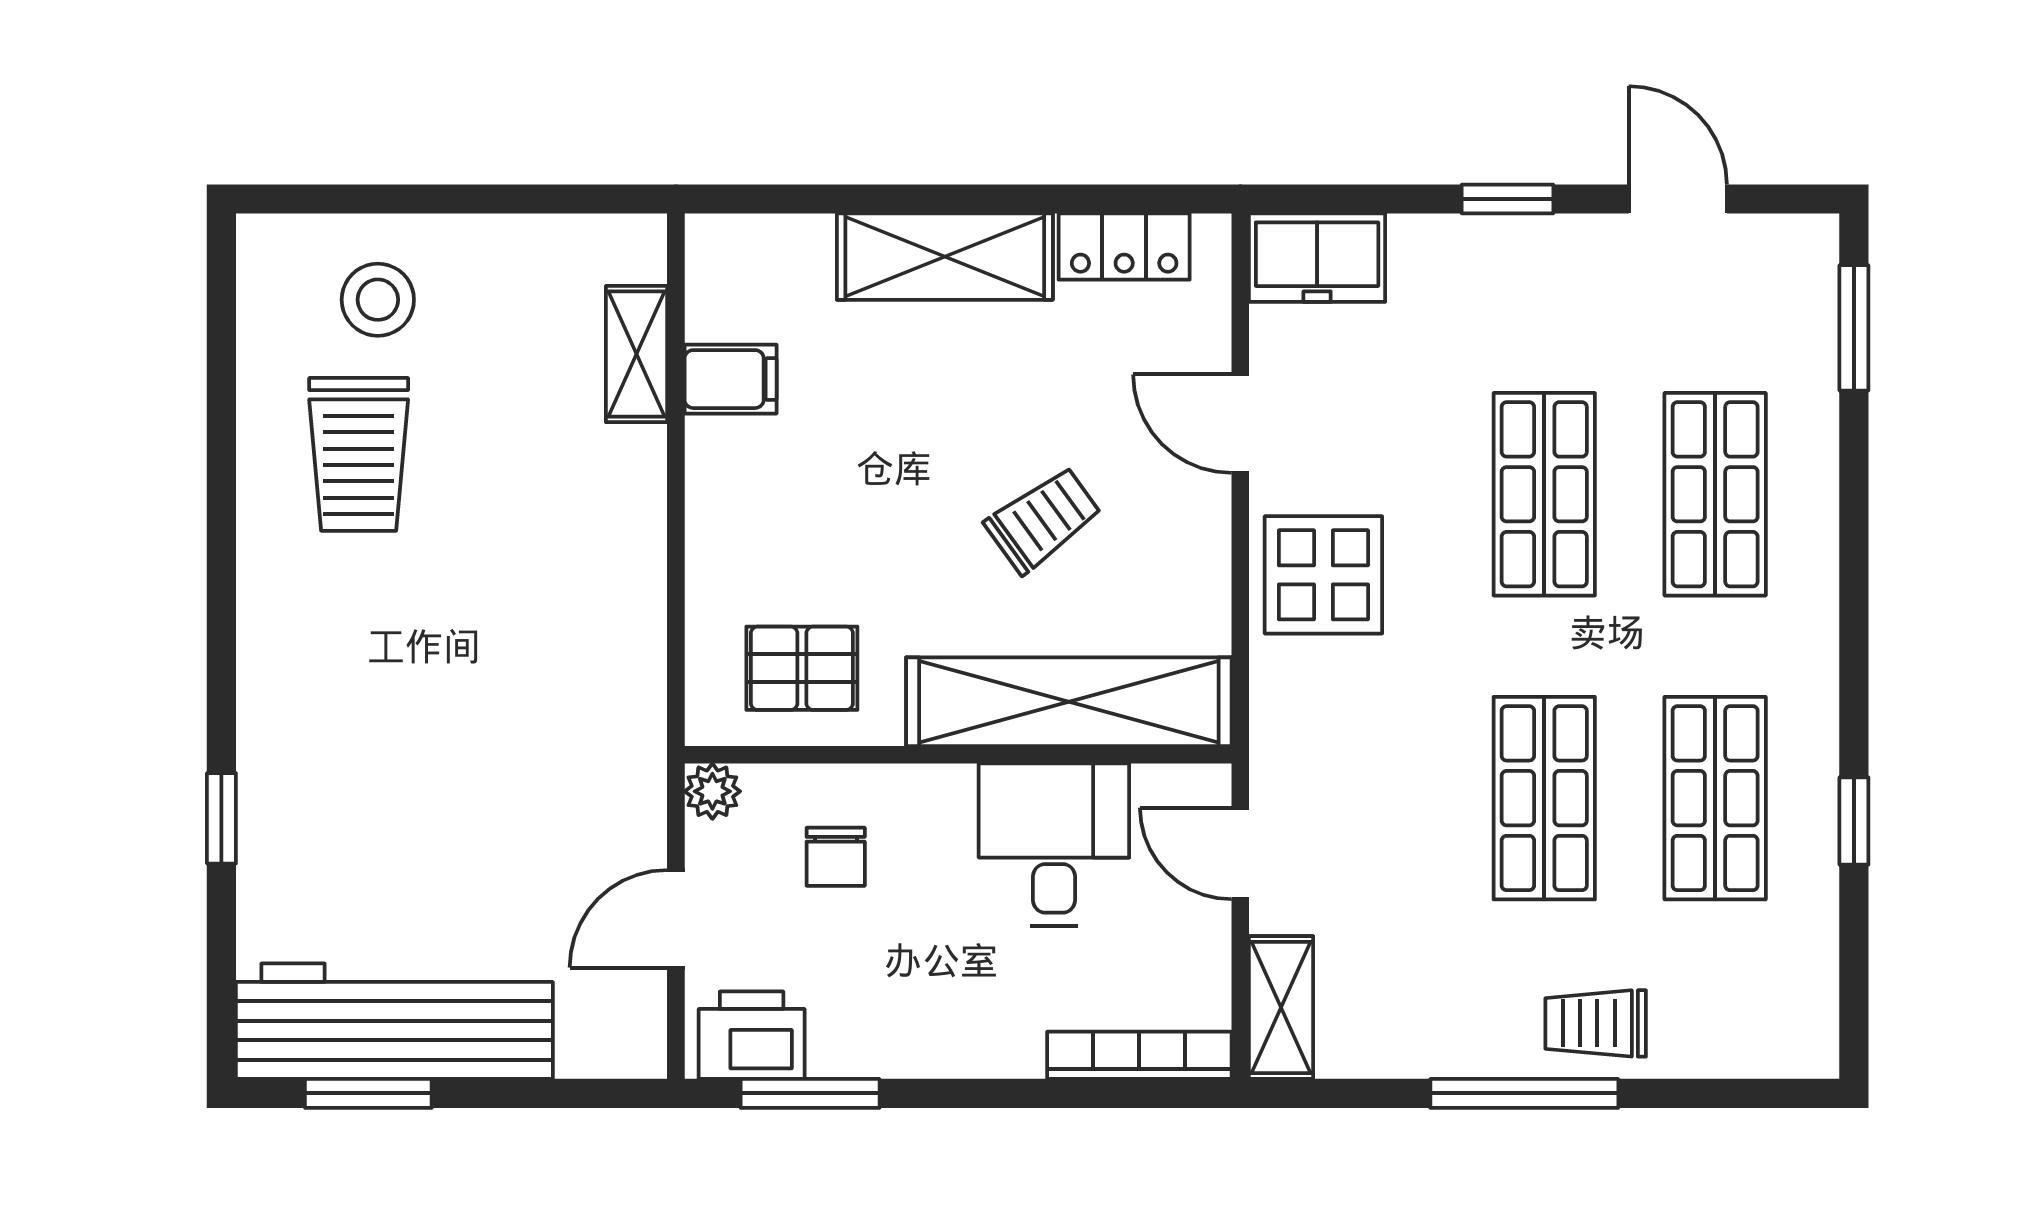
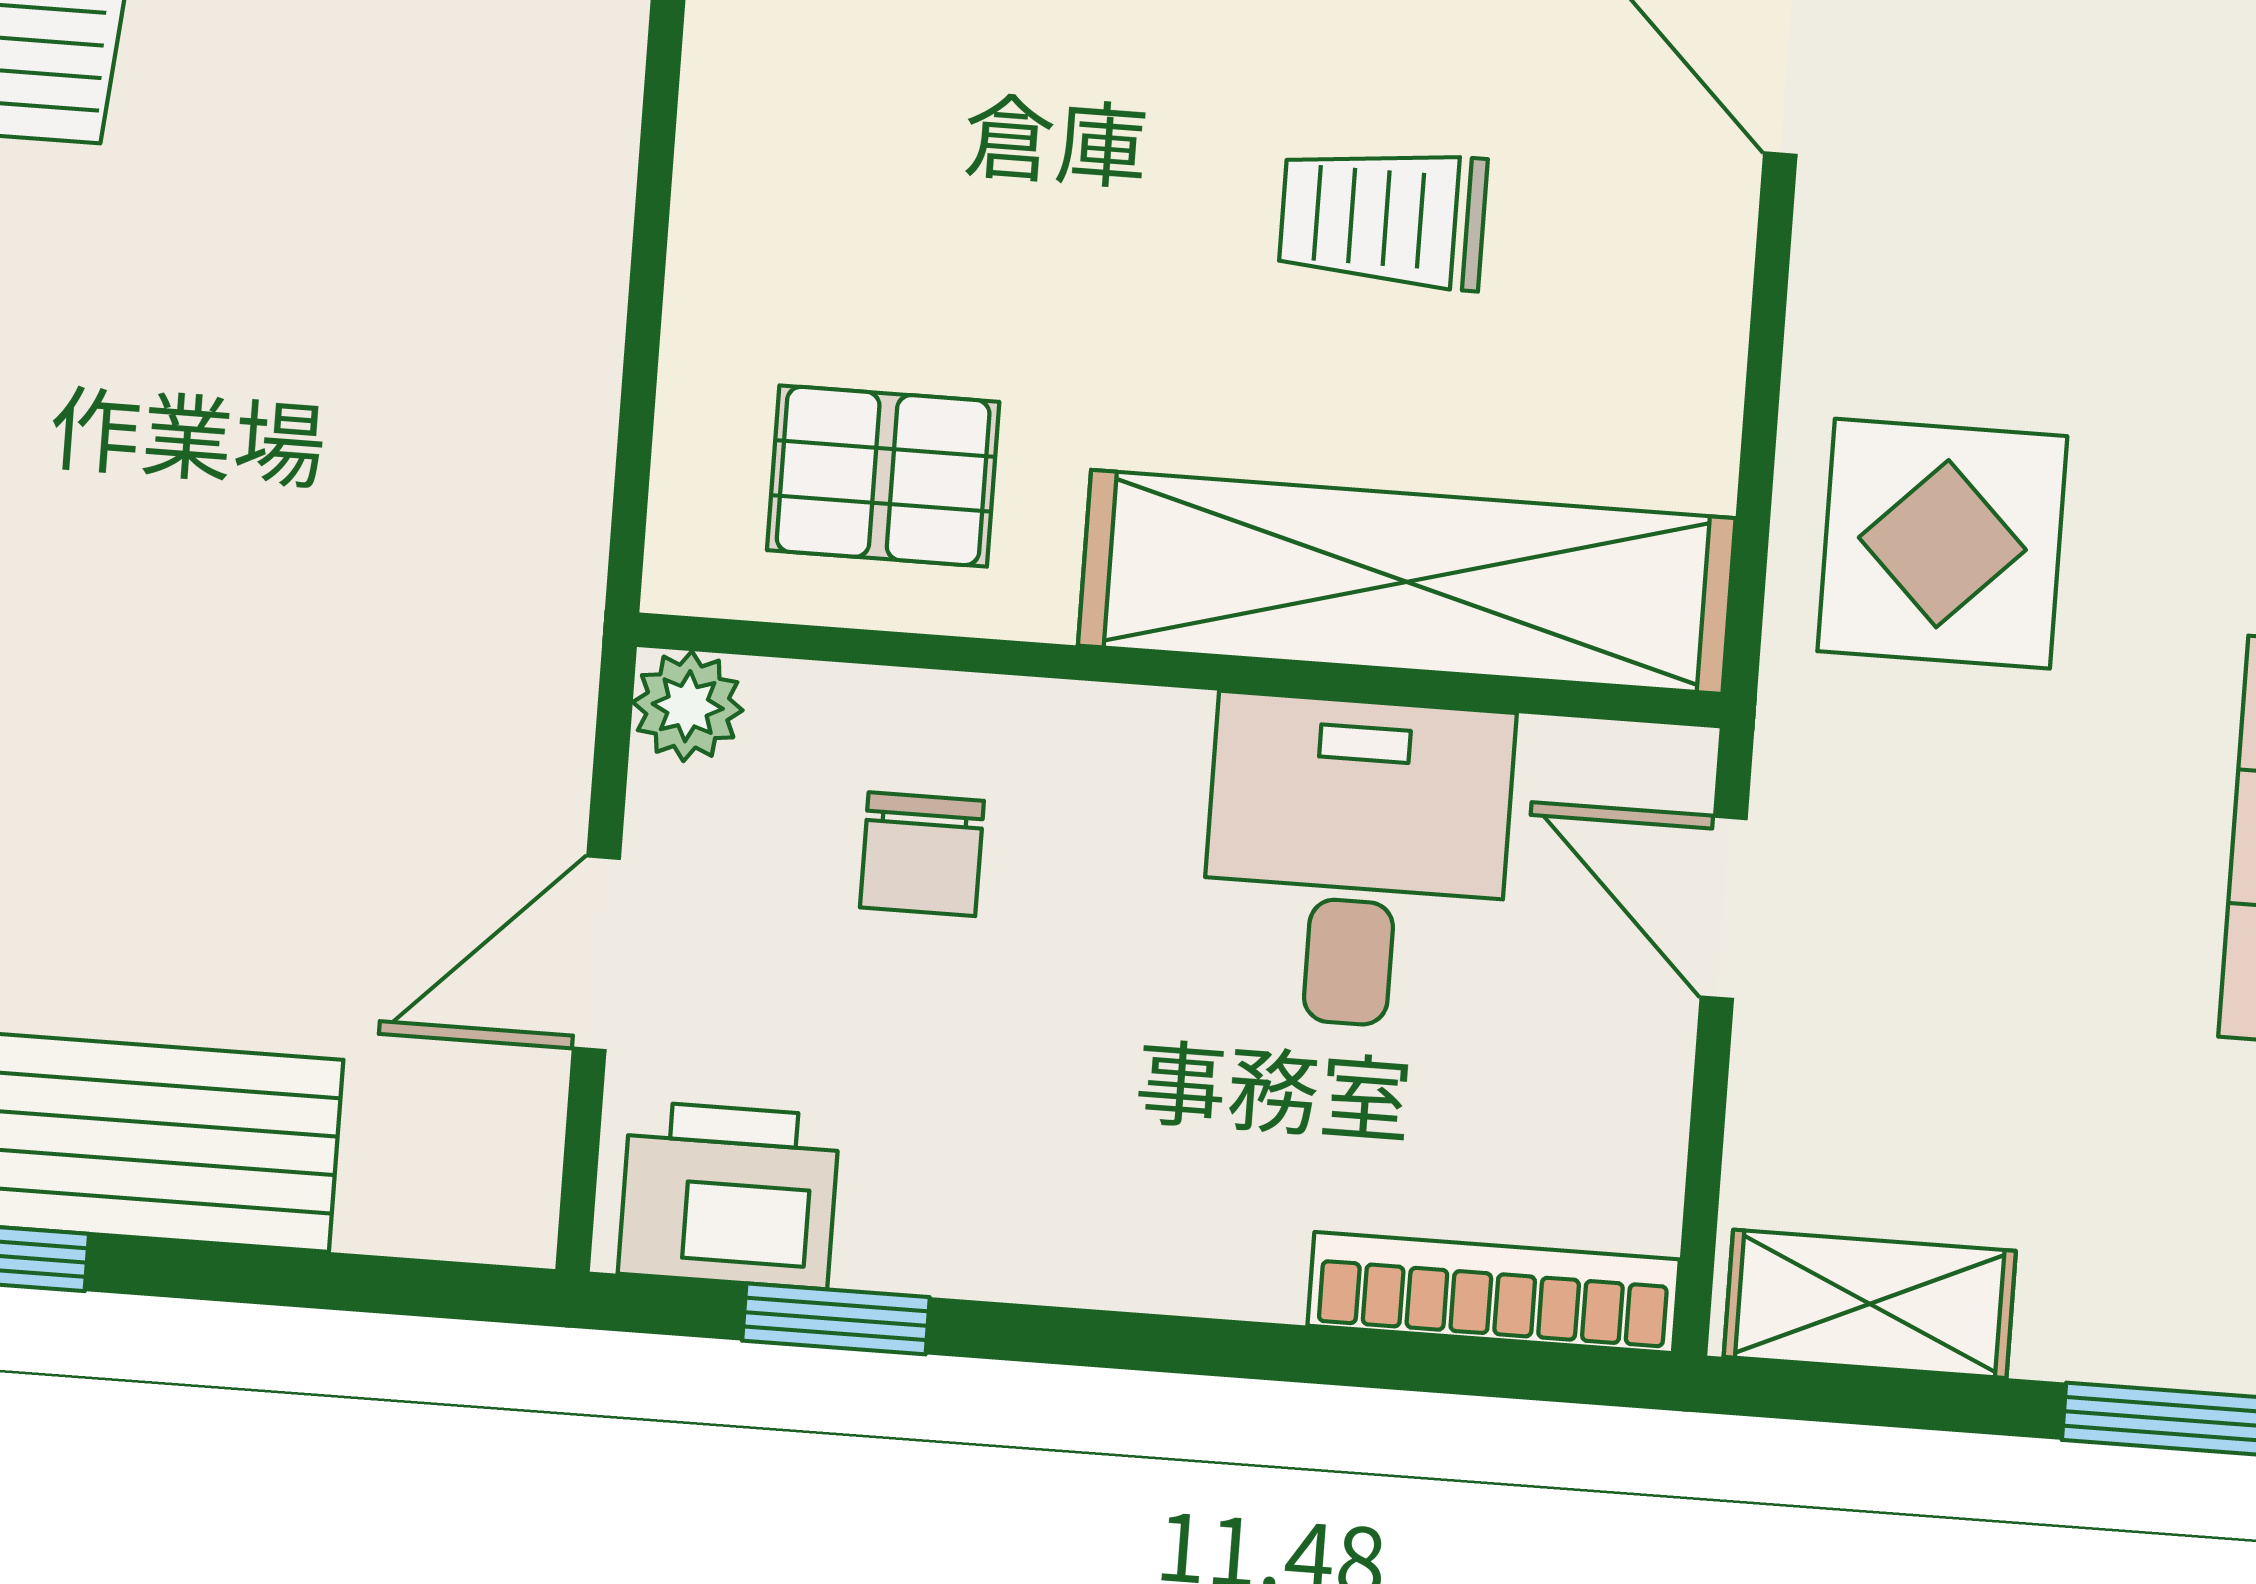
trolley: (1043, 520) -> (1383, 218), turned -144
display table: (1323, 575) -> (1942, 544), moved
shelving: (1281, 1008) -> (1870, 1304), moved, turned 90
window: (810, 1093) -> (836, 1319), width x0.67

